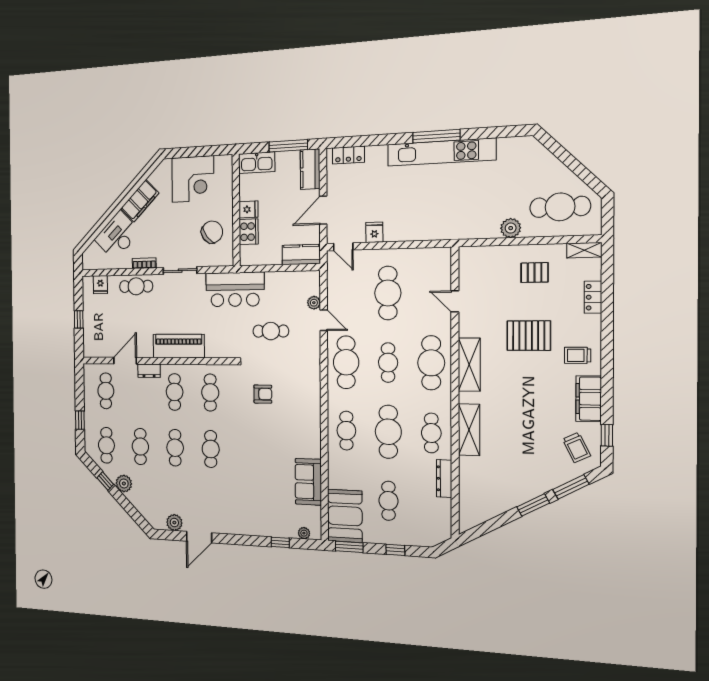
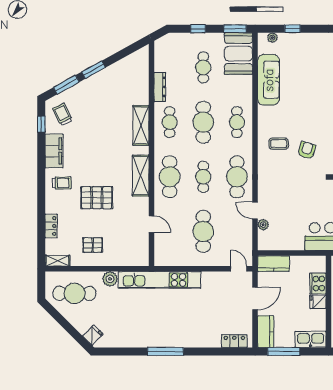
kitchen unit: (441, 152) -> (160, 280), moved, turned 180
fridge: (374, 232) -> (93, 335), moved, turned -135
cafe table: (271, 331) -> (299, 202), removed
armchair: (263, 394) -> (307, 150), turned 107
coffee table: (296, 403) -> (279, 144), added
sofa: (308, 482) -> (269, 80), width x1.36

